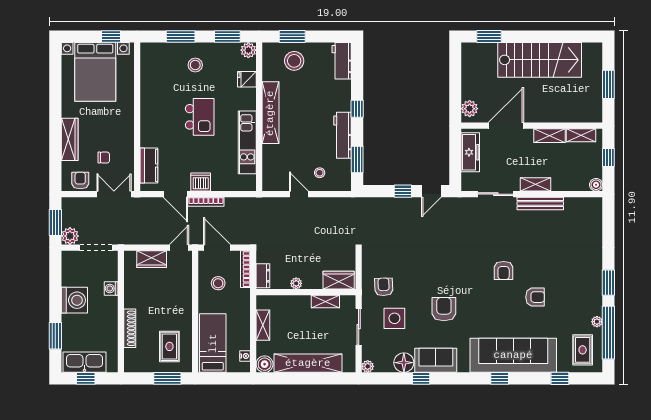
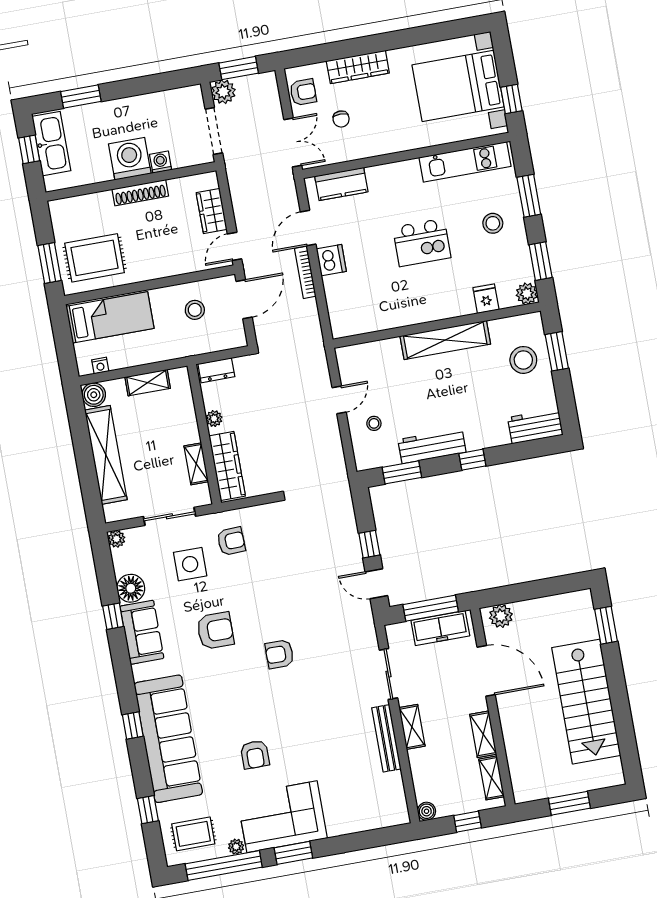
kitchen unit: (247, 142) -> (465, 162), moved, turned 180
window: (455, 157) -> (431, 608), added
door: (179, 248) -> (235, 246), swing flipped
bookcase: (245, 269) -> (221, 344), removed
armchair: (504, 270) -> (279, 654), moved
wardrobe: (339, 280) -> (227, 466), width x1.50
corner sofa: (582, 286) -> (282, 817), added
washing machine: (74, 300) -> (130, 159), moved, turned 180
shoe rack: (130, 328) -> (140, 193), moved
rug: (169, 346) -> (95, 258), width x1.36, depth x1.43

